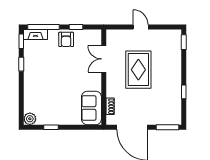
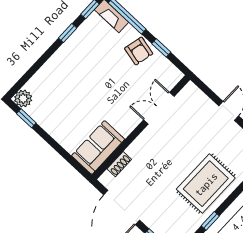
armchair: (66, 39) -> (139, 51), turned -77
rug: (138, 70) -> (206, 184), moved
window: (51, 127) -> (26, 118), moved

